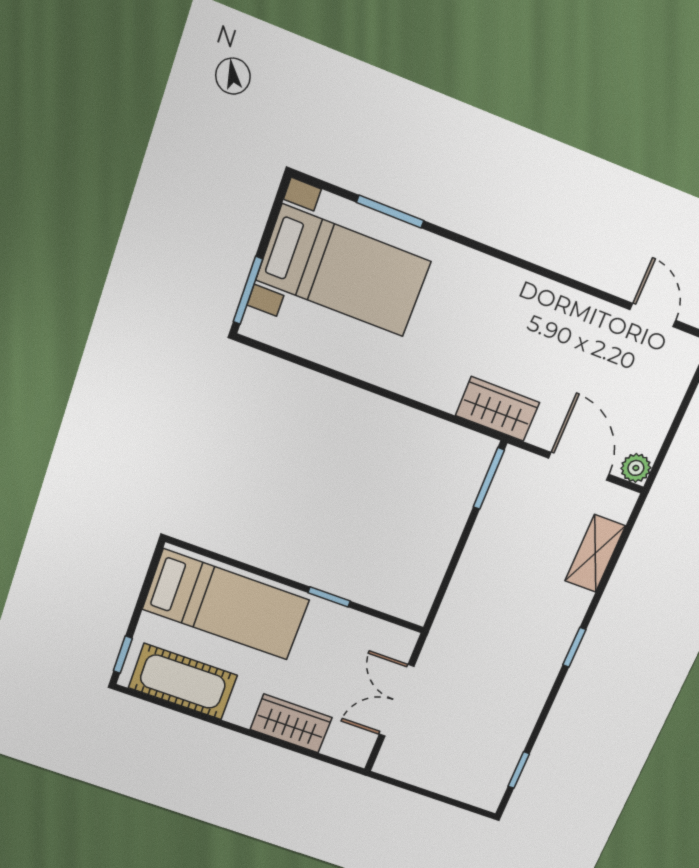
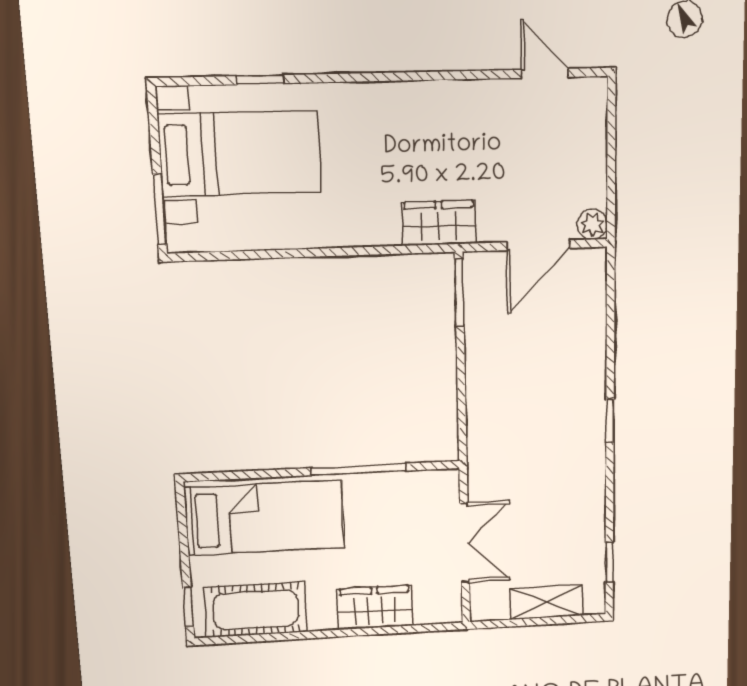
window: (390, 212) -> (260, 80), width x0.67
door: (579, 466) -> (538, 245), swing flipped
shelving: (595, 554) -> (546, 602), moved, turned 90
window: (329, 597) -> (359, 469), width x2.17
double door: (396, 701) -> (465, 543), swing flipped

